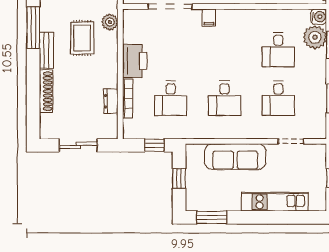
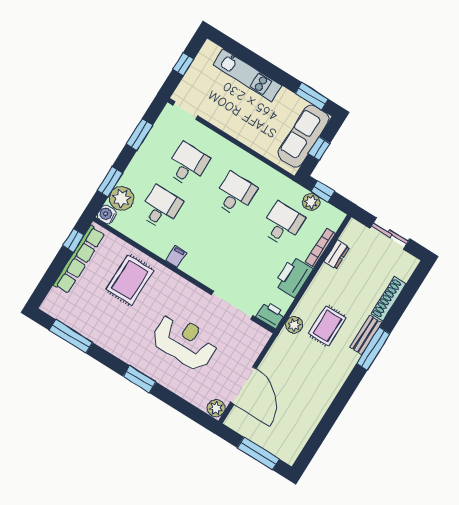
printer: (134, 18) -> (271, 315), added
filing cabinet: (209, 18) -> (176, 256), moved
window: (33, 28) -> (373, 349), moved
plant: (158, 131) -> (311, 202), added
doorway: (291, 141) -> (185, 111), moved
sofa: (235, 157) -> (303, 136), moved, turned -90

